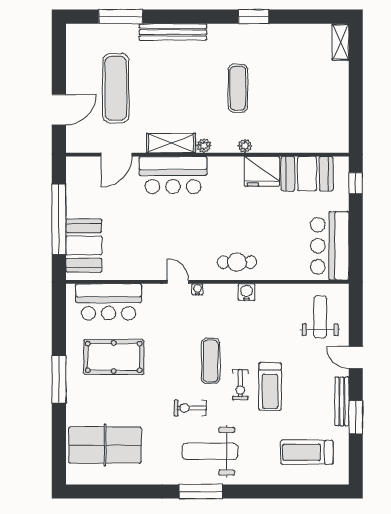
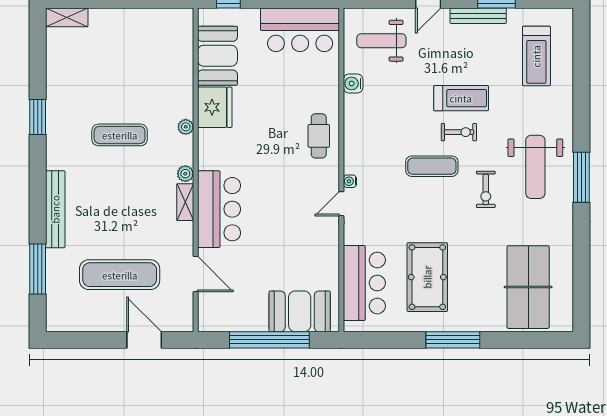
shelving: (171, 143) -> (185, 202), width x0.67, depth x0.75
water cooler: (247, 292) -> (353, 84), moved

